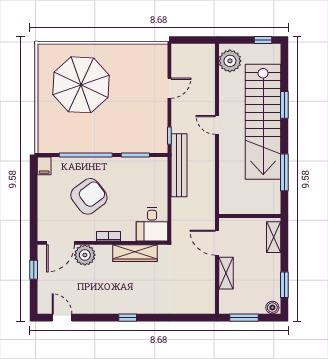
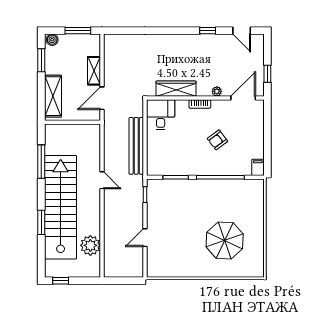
plant: (230, 61) -> (90, 245), moved
parasol: (81, 85) -> (225, 240), width x0.73, depth x0.73
door: (217, 125) -> (102, 180), moved
bench: (179, 165) -> (136, 146), moved
armchair: (89, 196) -> (217, 140), width x0.53, depth x0.53
shelving: (274, 237) -> (53, 96), width x1.50, depth x1.33
door: (217, 243) -> (102, 98), swing flipped
plant: (85, 255) -> (217, 91), width x0.53, depth x0.53
window: (128, 318) -> (208, 31), moved

